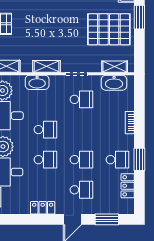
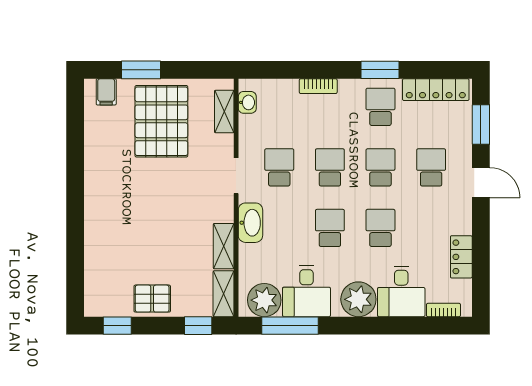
shelving: (46, 66) -> (224, 246), moved
washbasin: (37, 82) -> (250, 223), moved
washbasin: (114, 83) -> (247, 102), width x0.52, depth x0.69
school desk: (81, 130) -> (330, 167), added
locker: (128, 186) -> (436, 90), width x1.53
locker: (43, 208) -> (461, 257), moved

